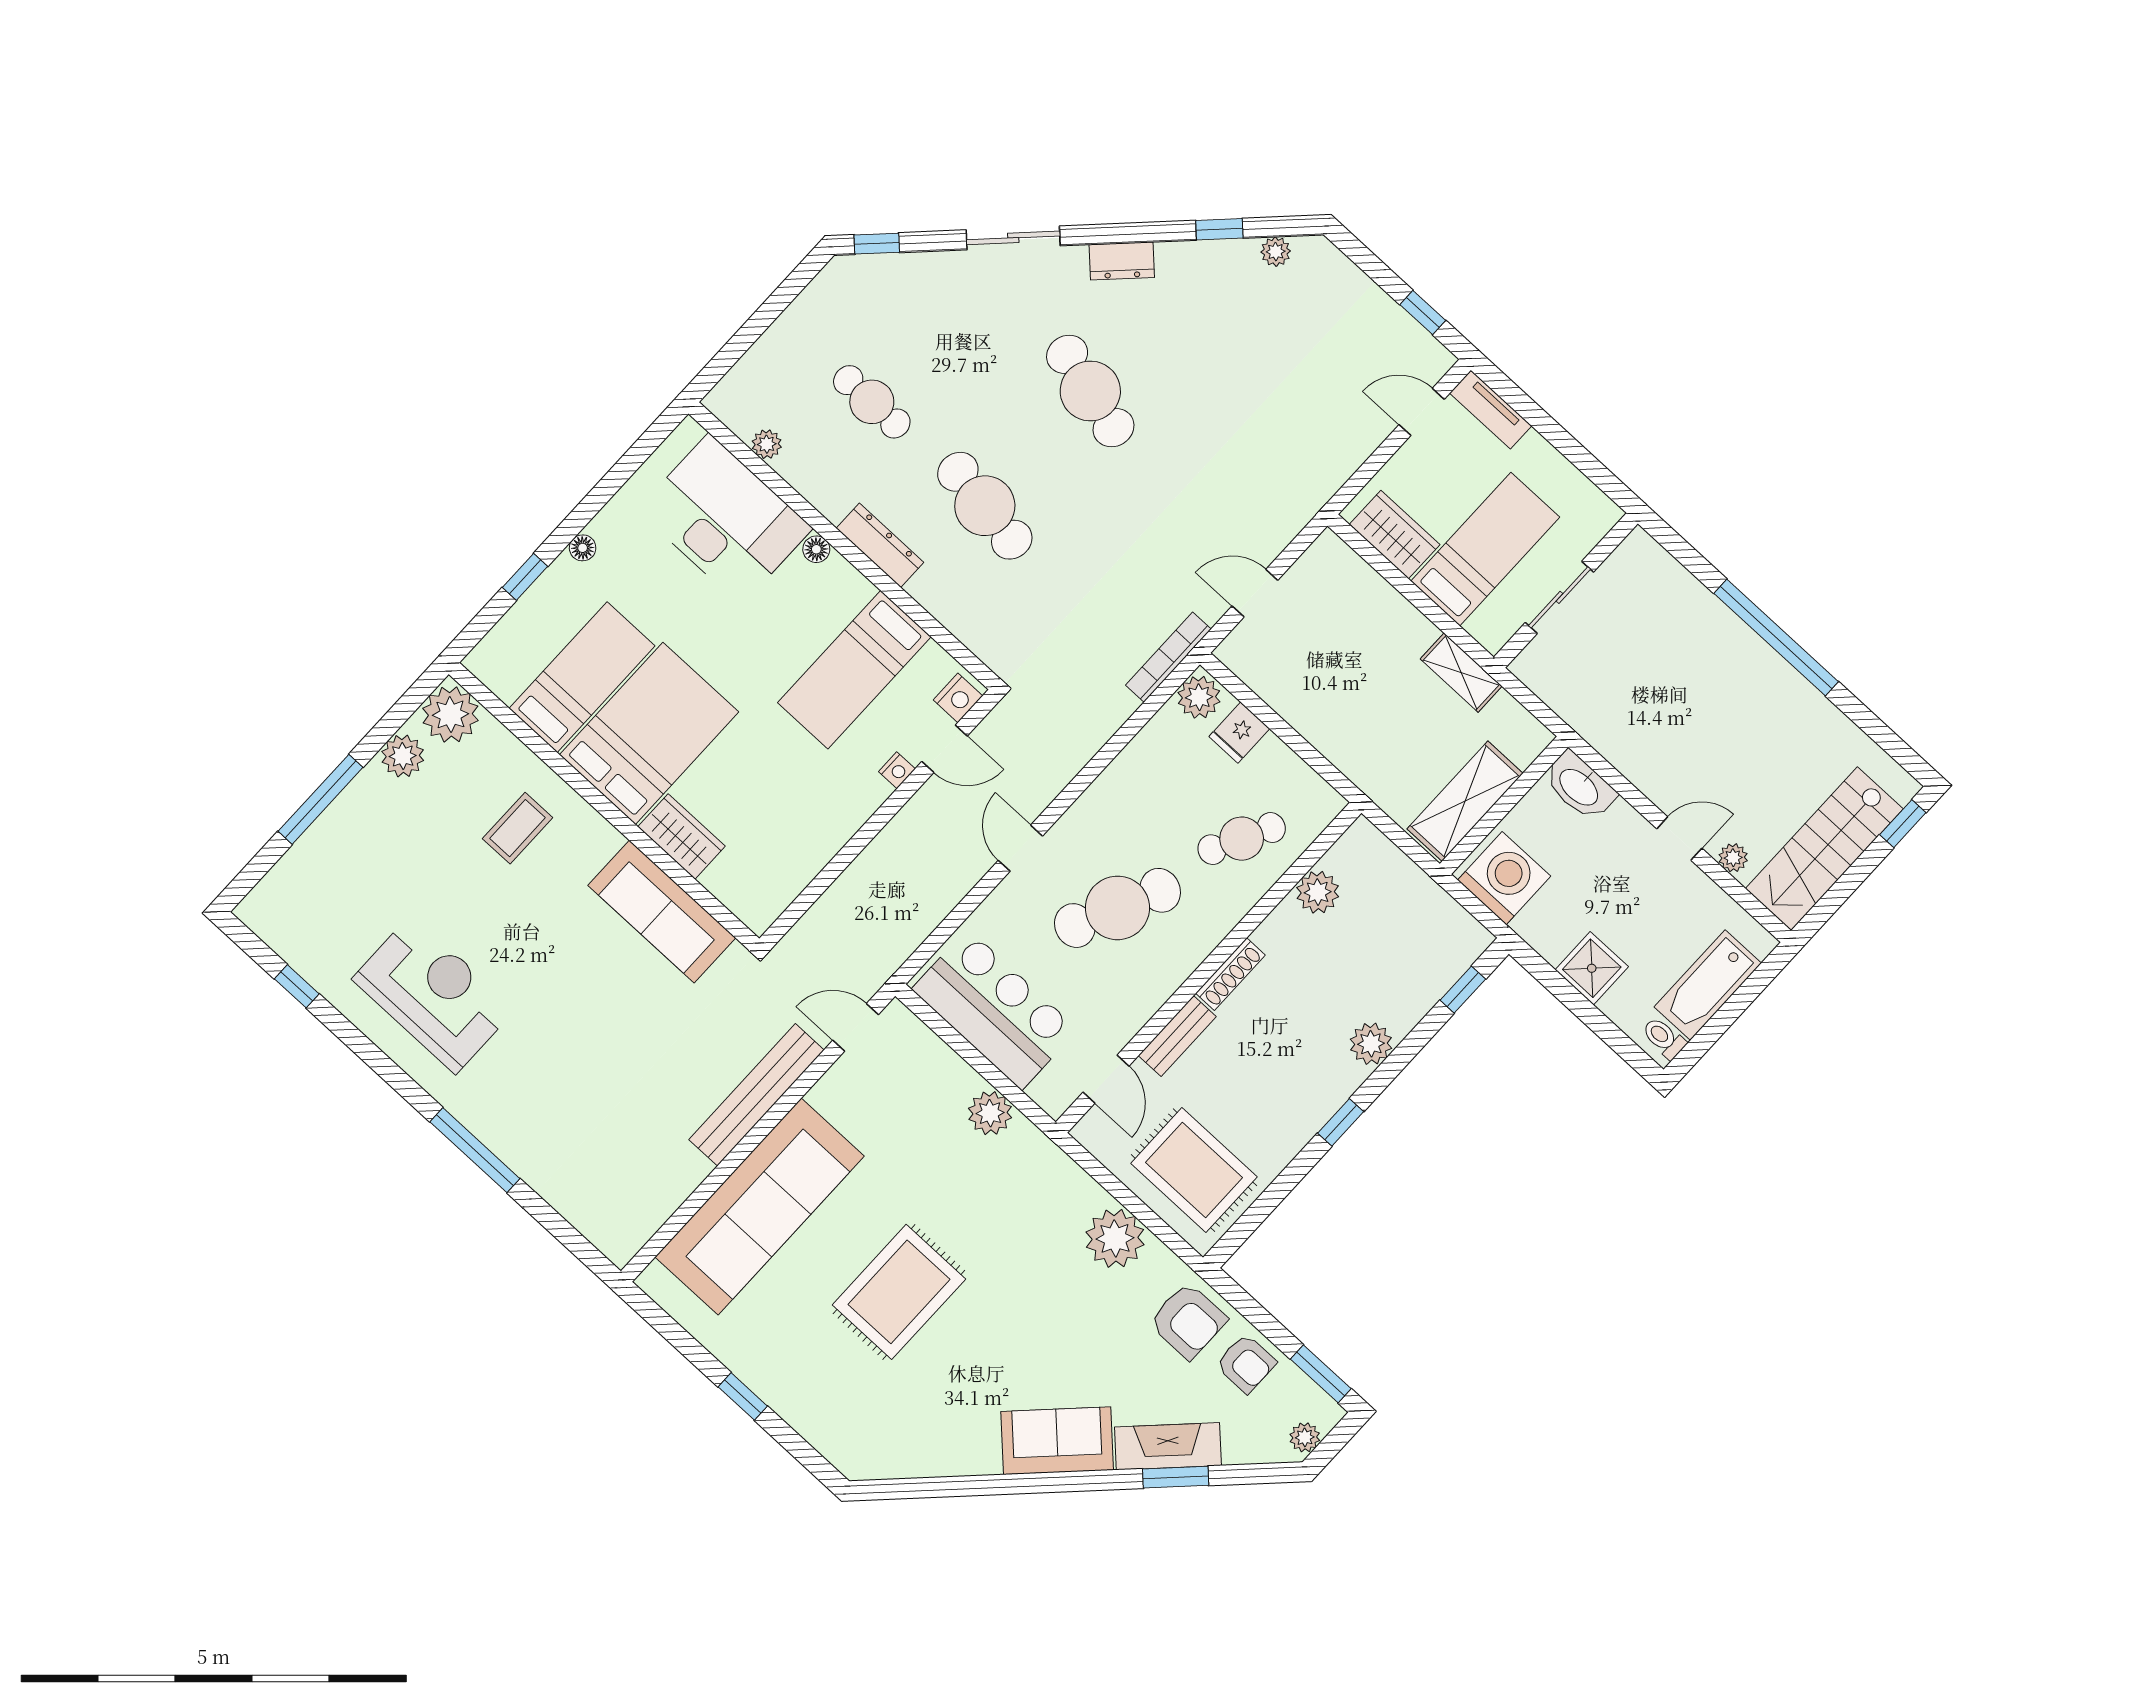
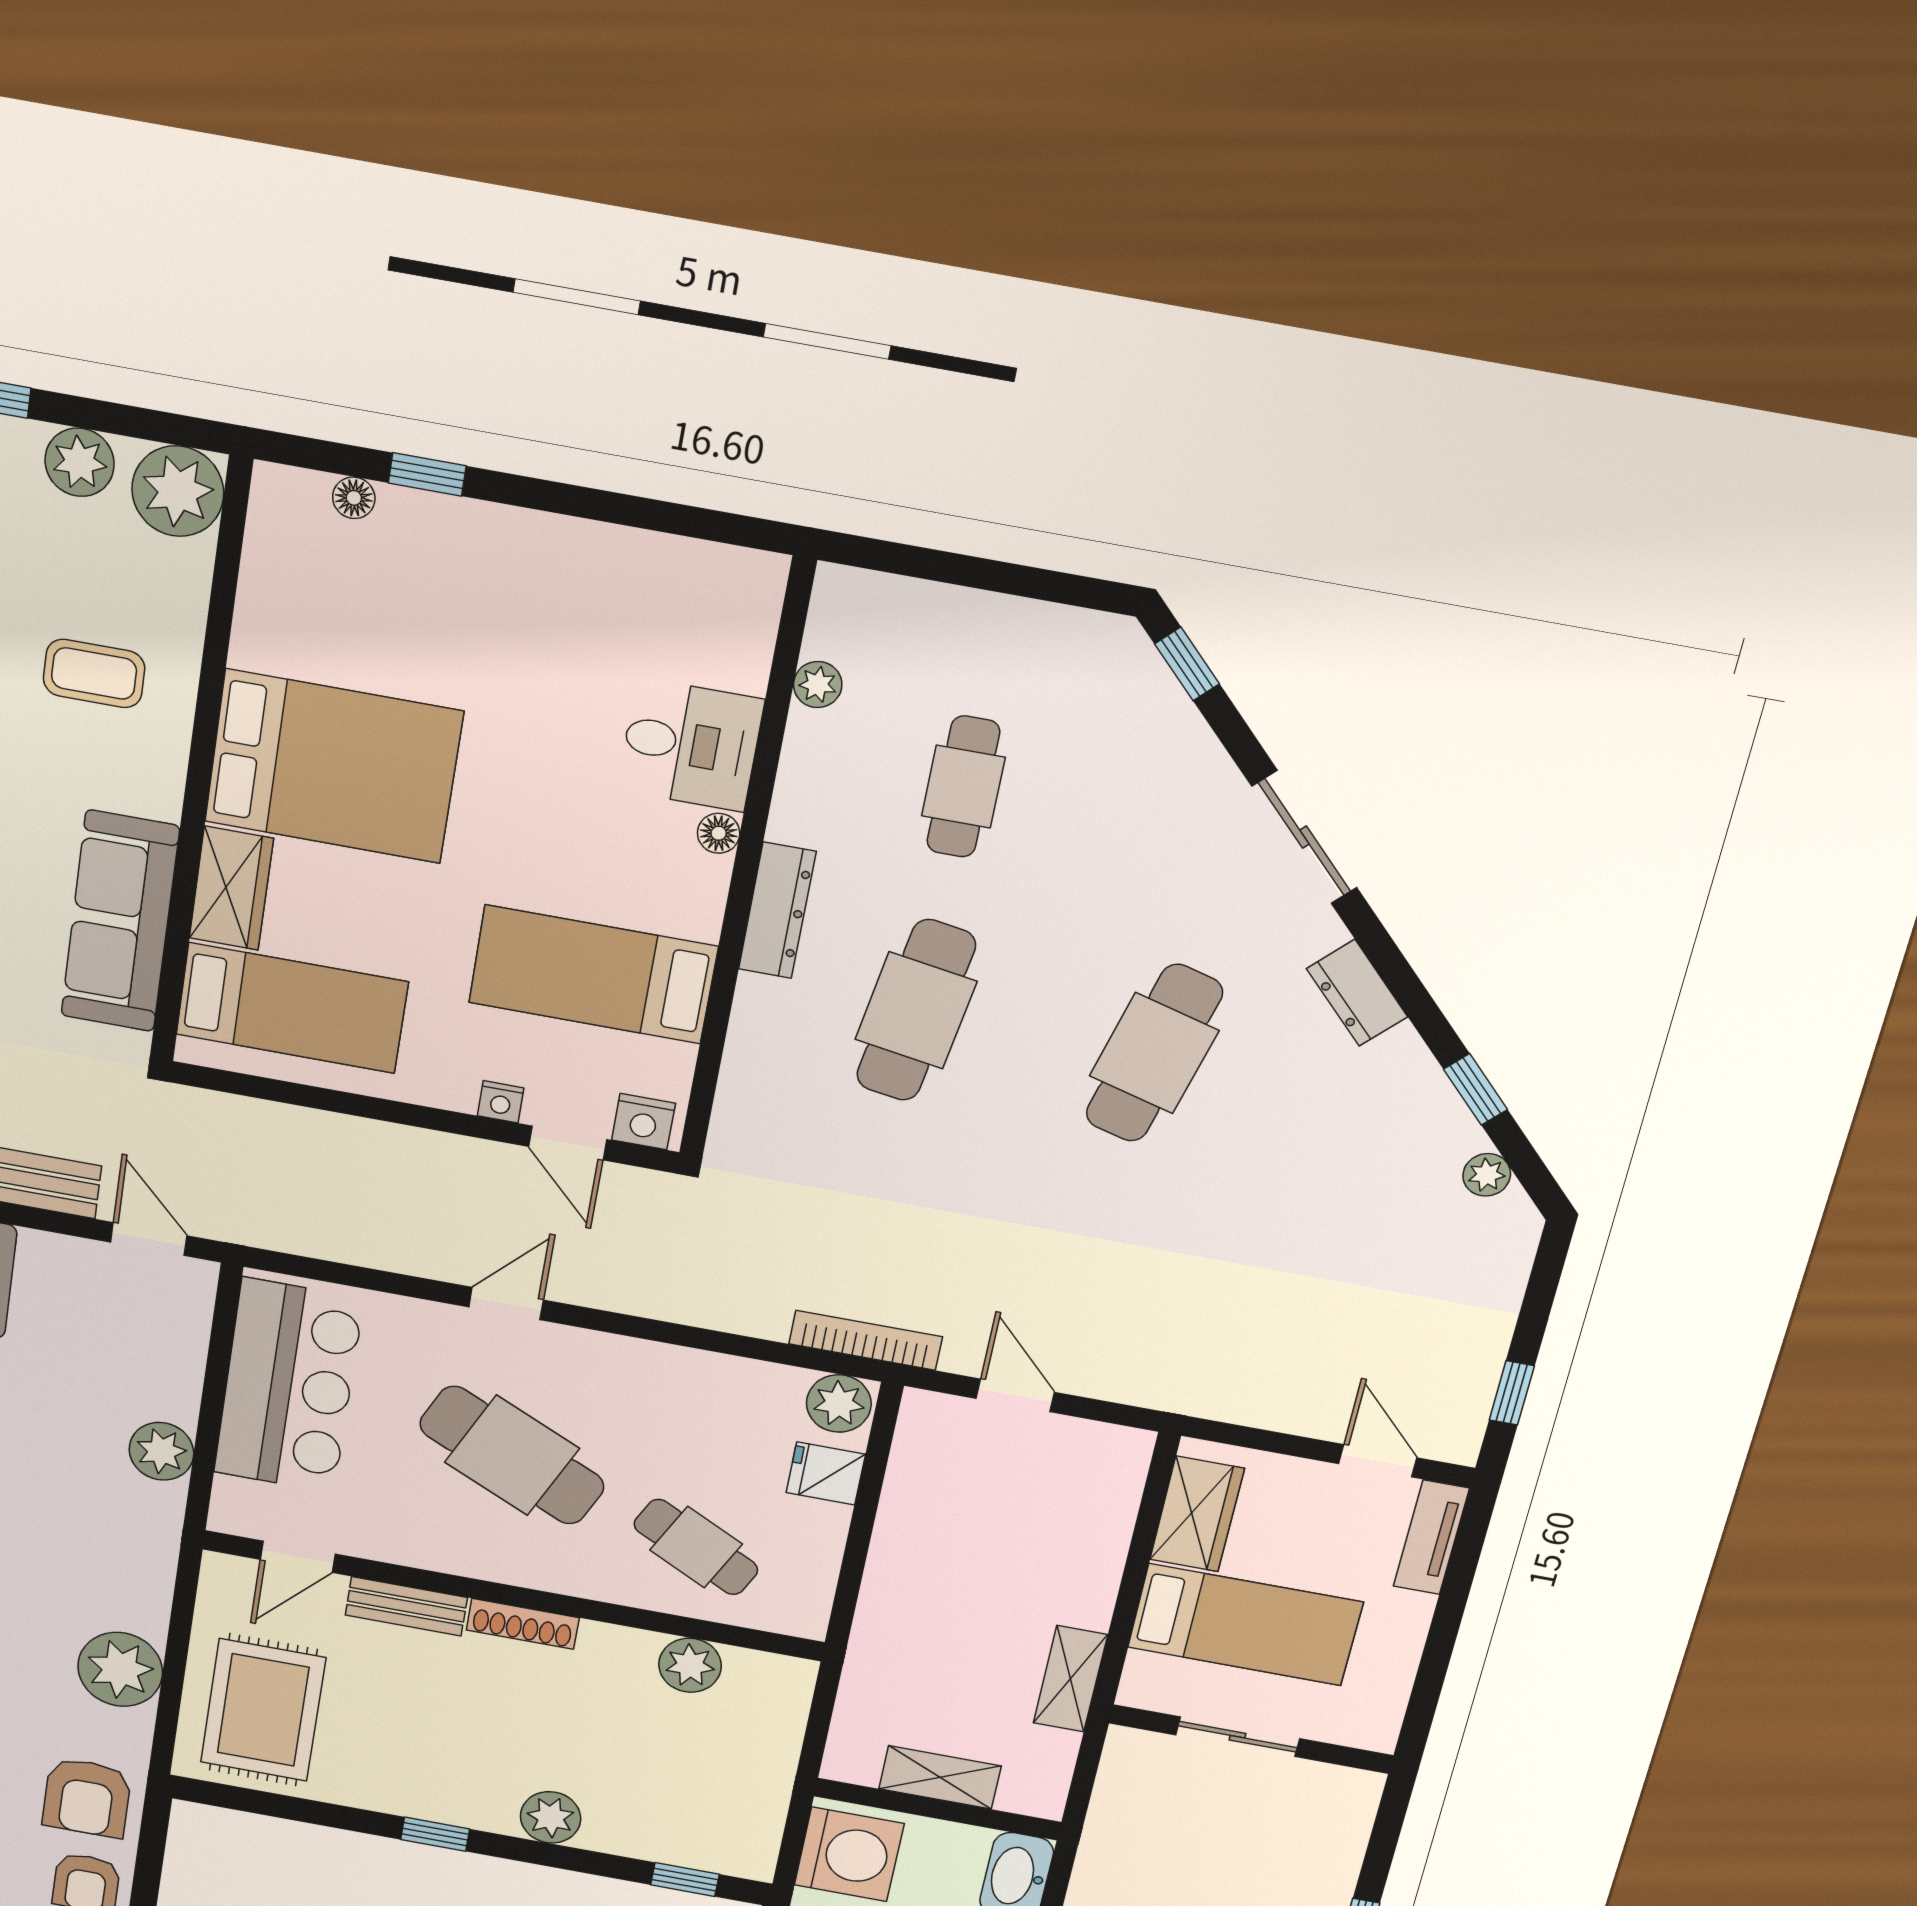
desk: (725, 519) -> (691, 745), width x0.53, depth x0.77
floor lamp: (583, 548) -> (354, 498), moved
bed: (582, 677) -> (292, 1008), moved
shelving: (1465, 801) -> (940, 1777), width x0.67, depth x0.75

